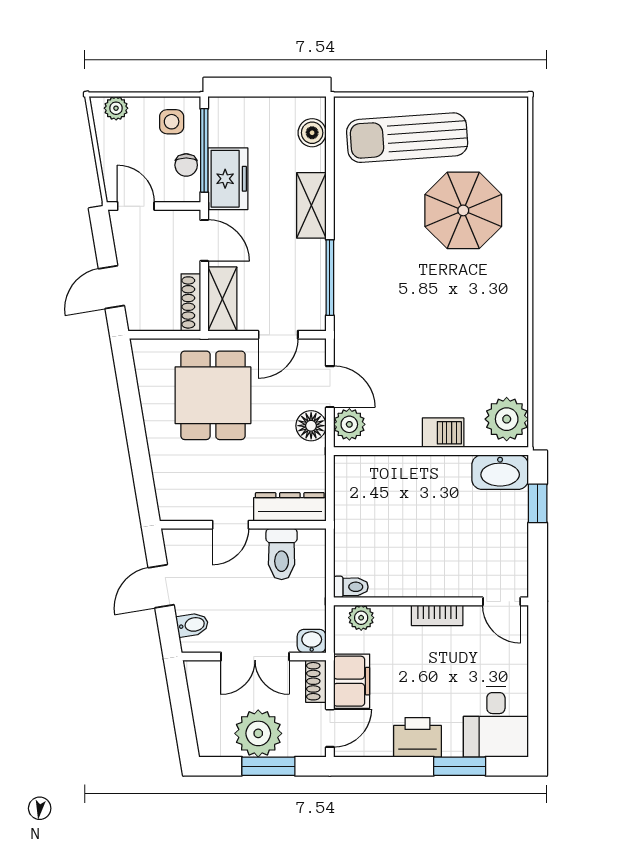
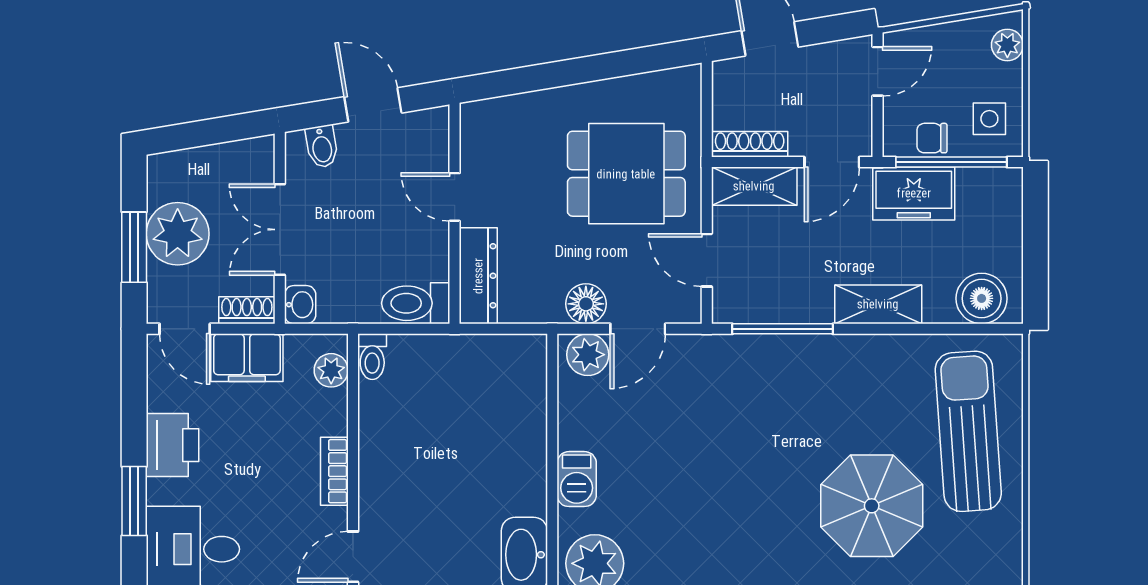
boiler: (312, 133) -> (982, 298), width x1.36, depth x1.36
toilet: (282, 554) -> (416, 303), moved

